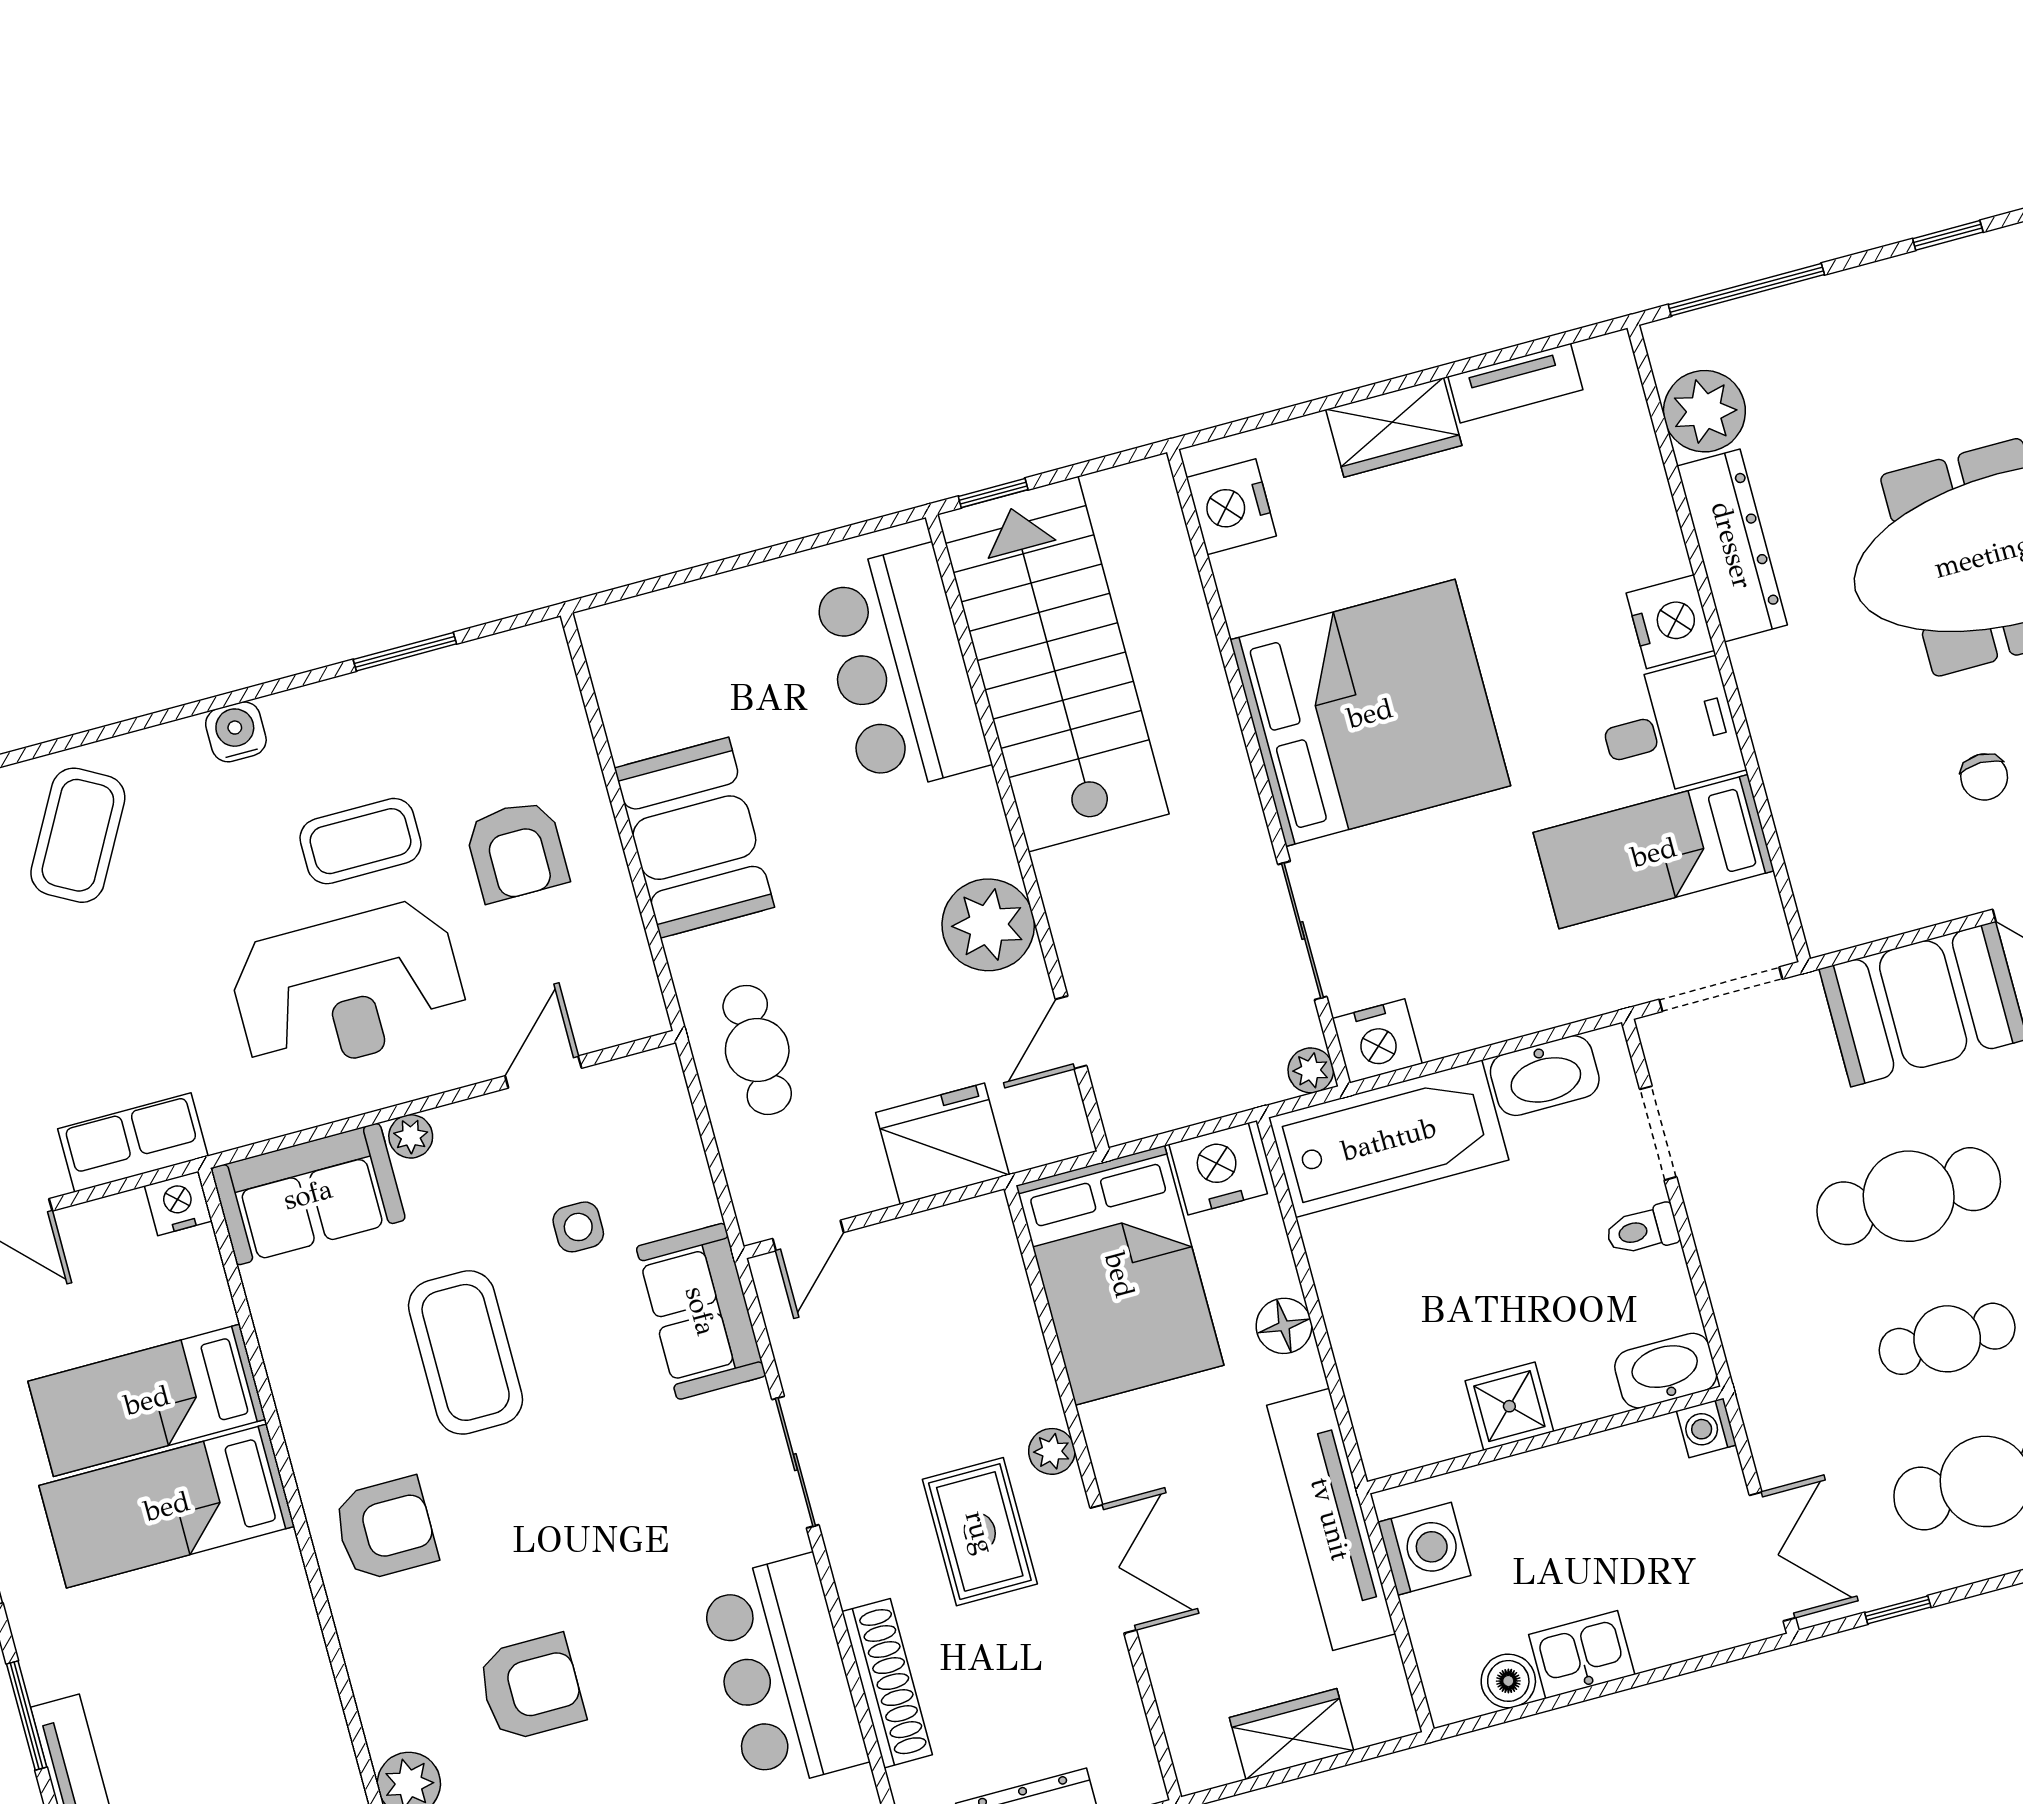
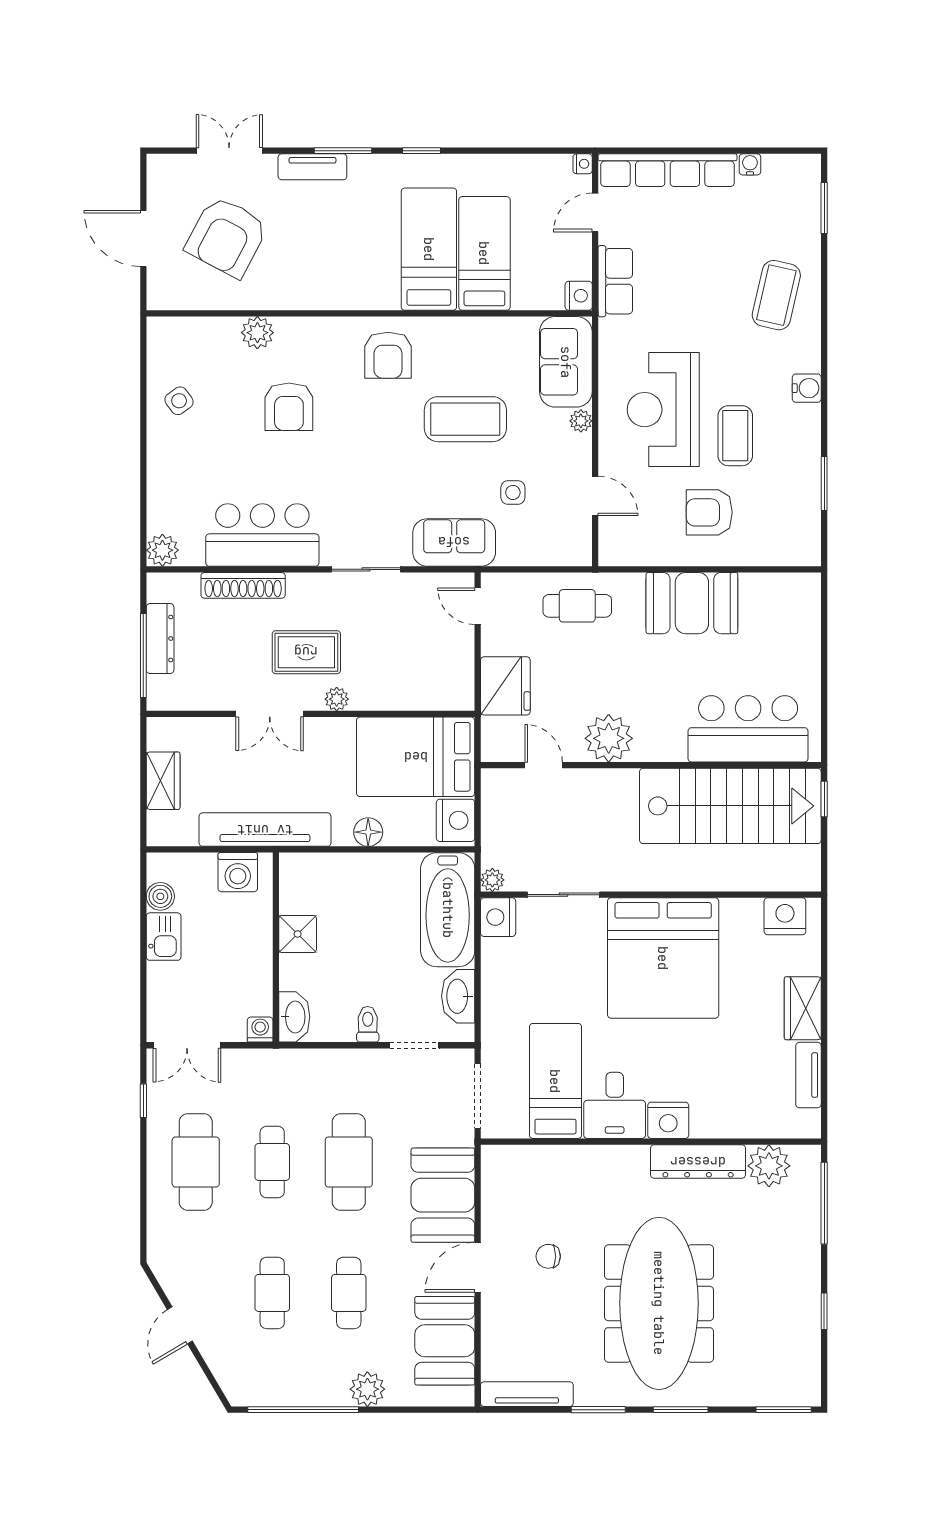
coffee table: (78, 835) -> (776, 295), turned 74

